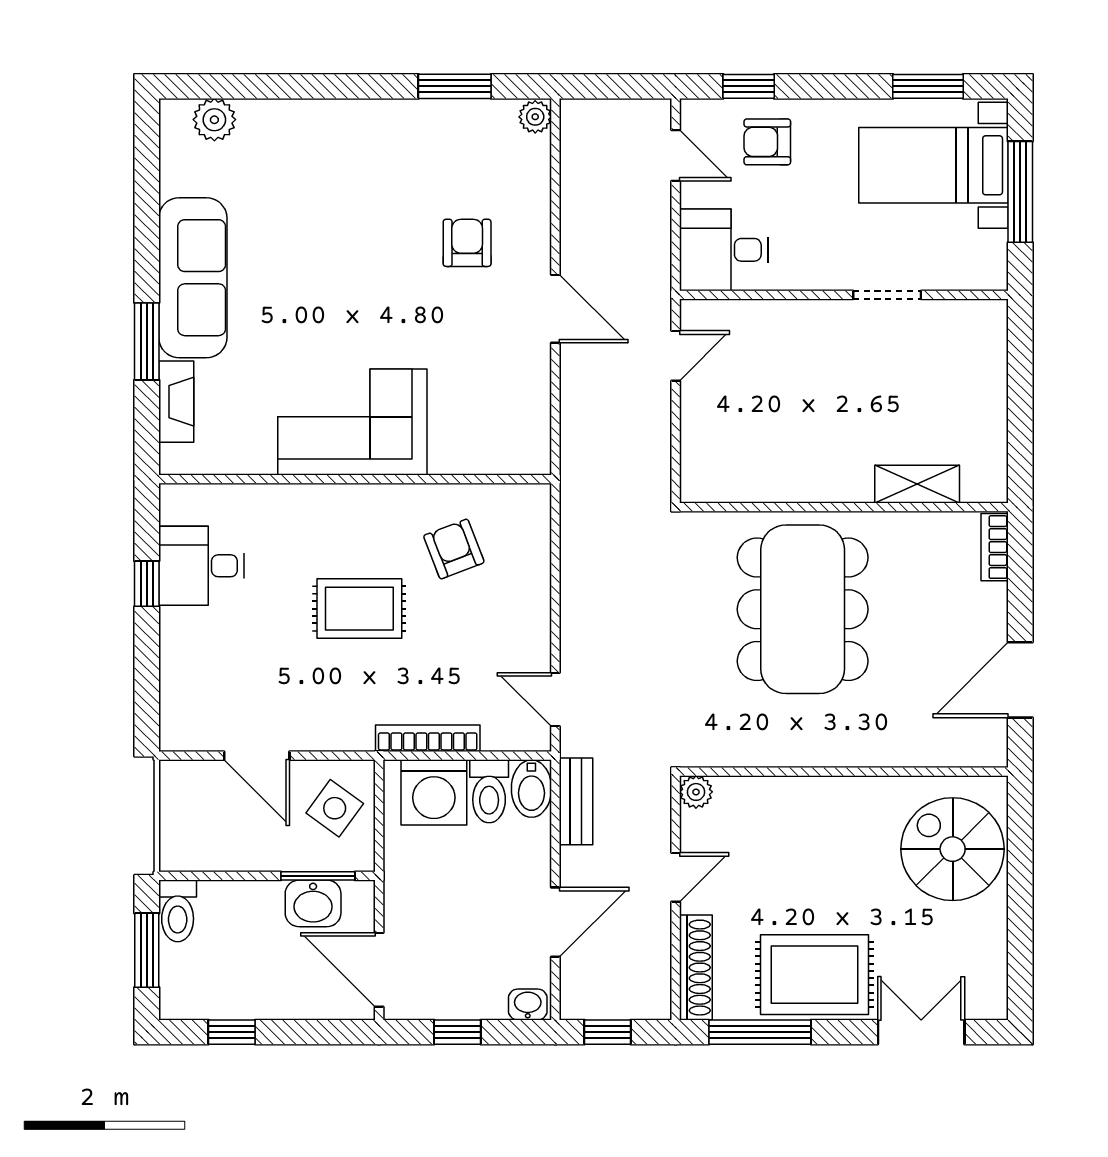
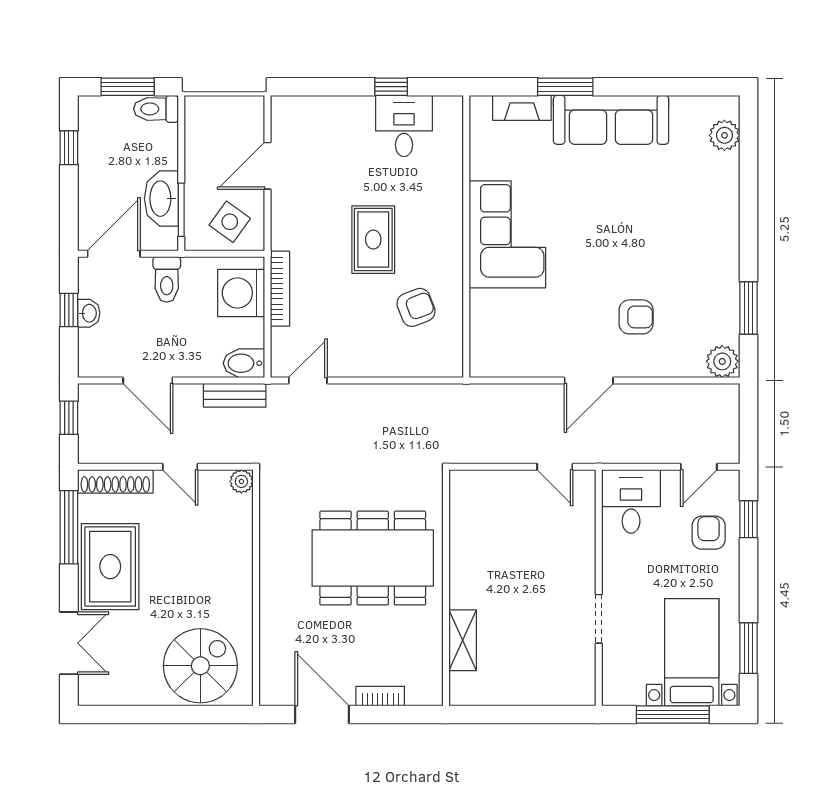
plant: (535, 117) -> (722, 361), width x1.38, depth x1.38
bookcase: (995, 547) -> (380, 696), moved
toilet: (489, 791) -> (167, 279), moved, turned -90
washbasin: (313, 903) -> (161, 199), width x1.38
washbasin: (528, 1005) -> (89, 313), moved

